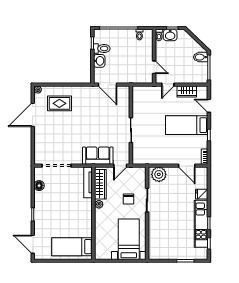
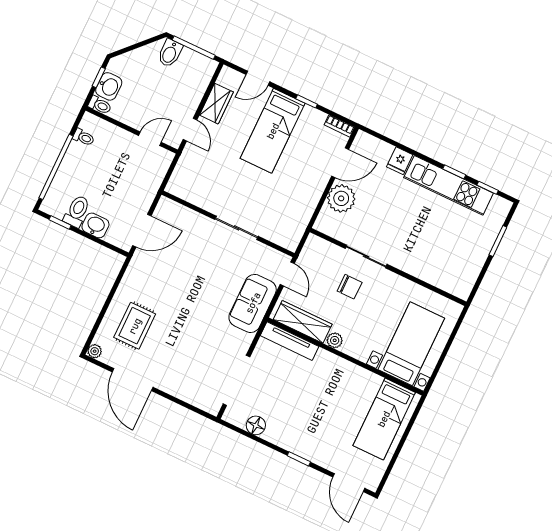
plant: (159, 174) -> (341, 198), moved
bed with nightstands: (129, 239) -> (411, 344), moved, turned 90
door: (33, 244) -> (349, 483), hinge flipped

